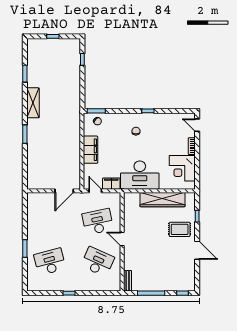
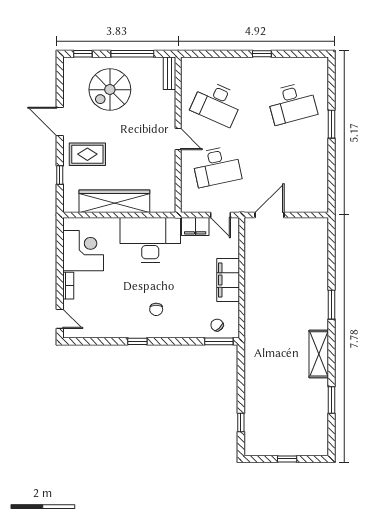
spiral stairs: (165, 270) -> (110, 90), added

